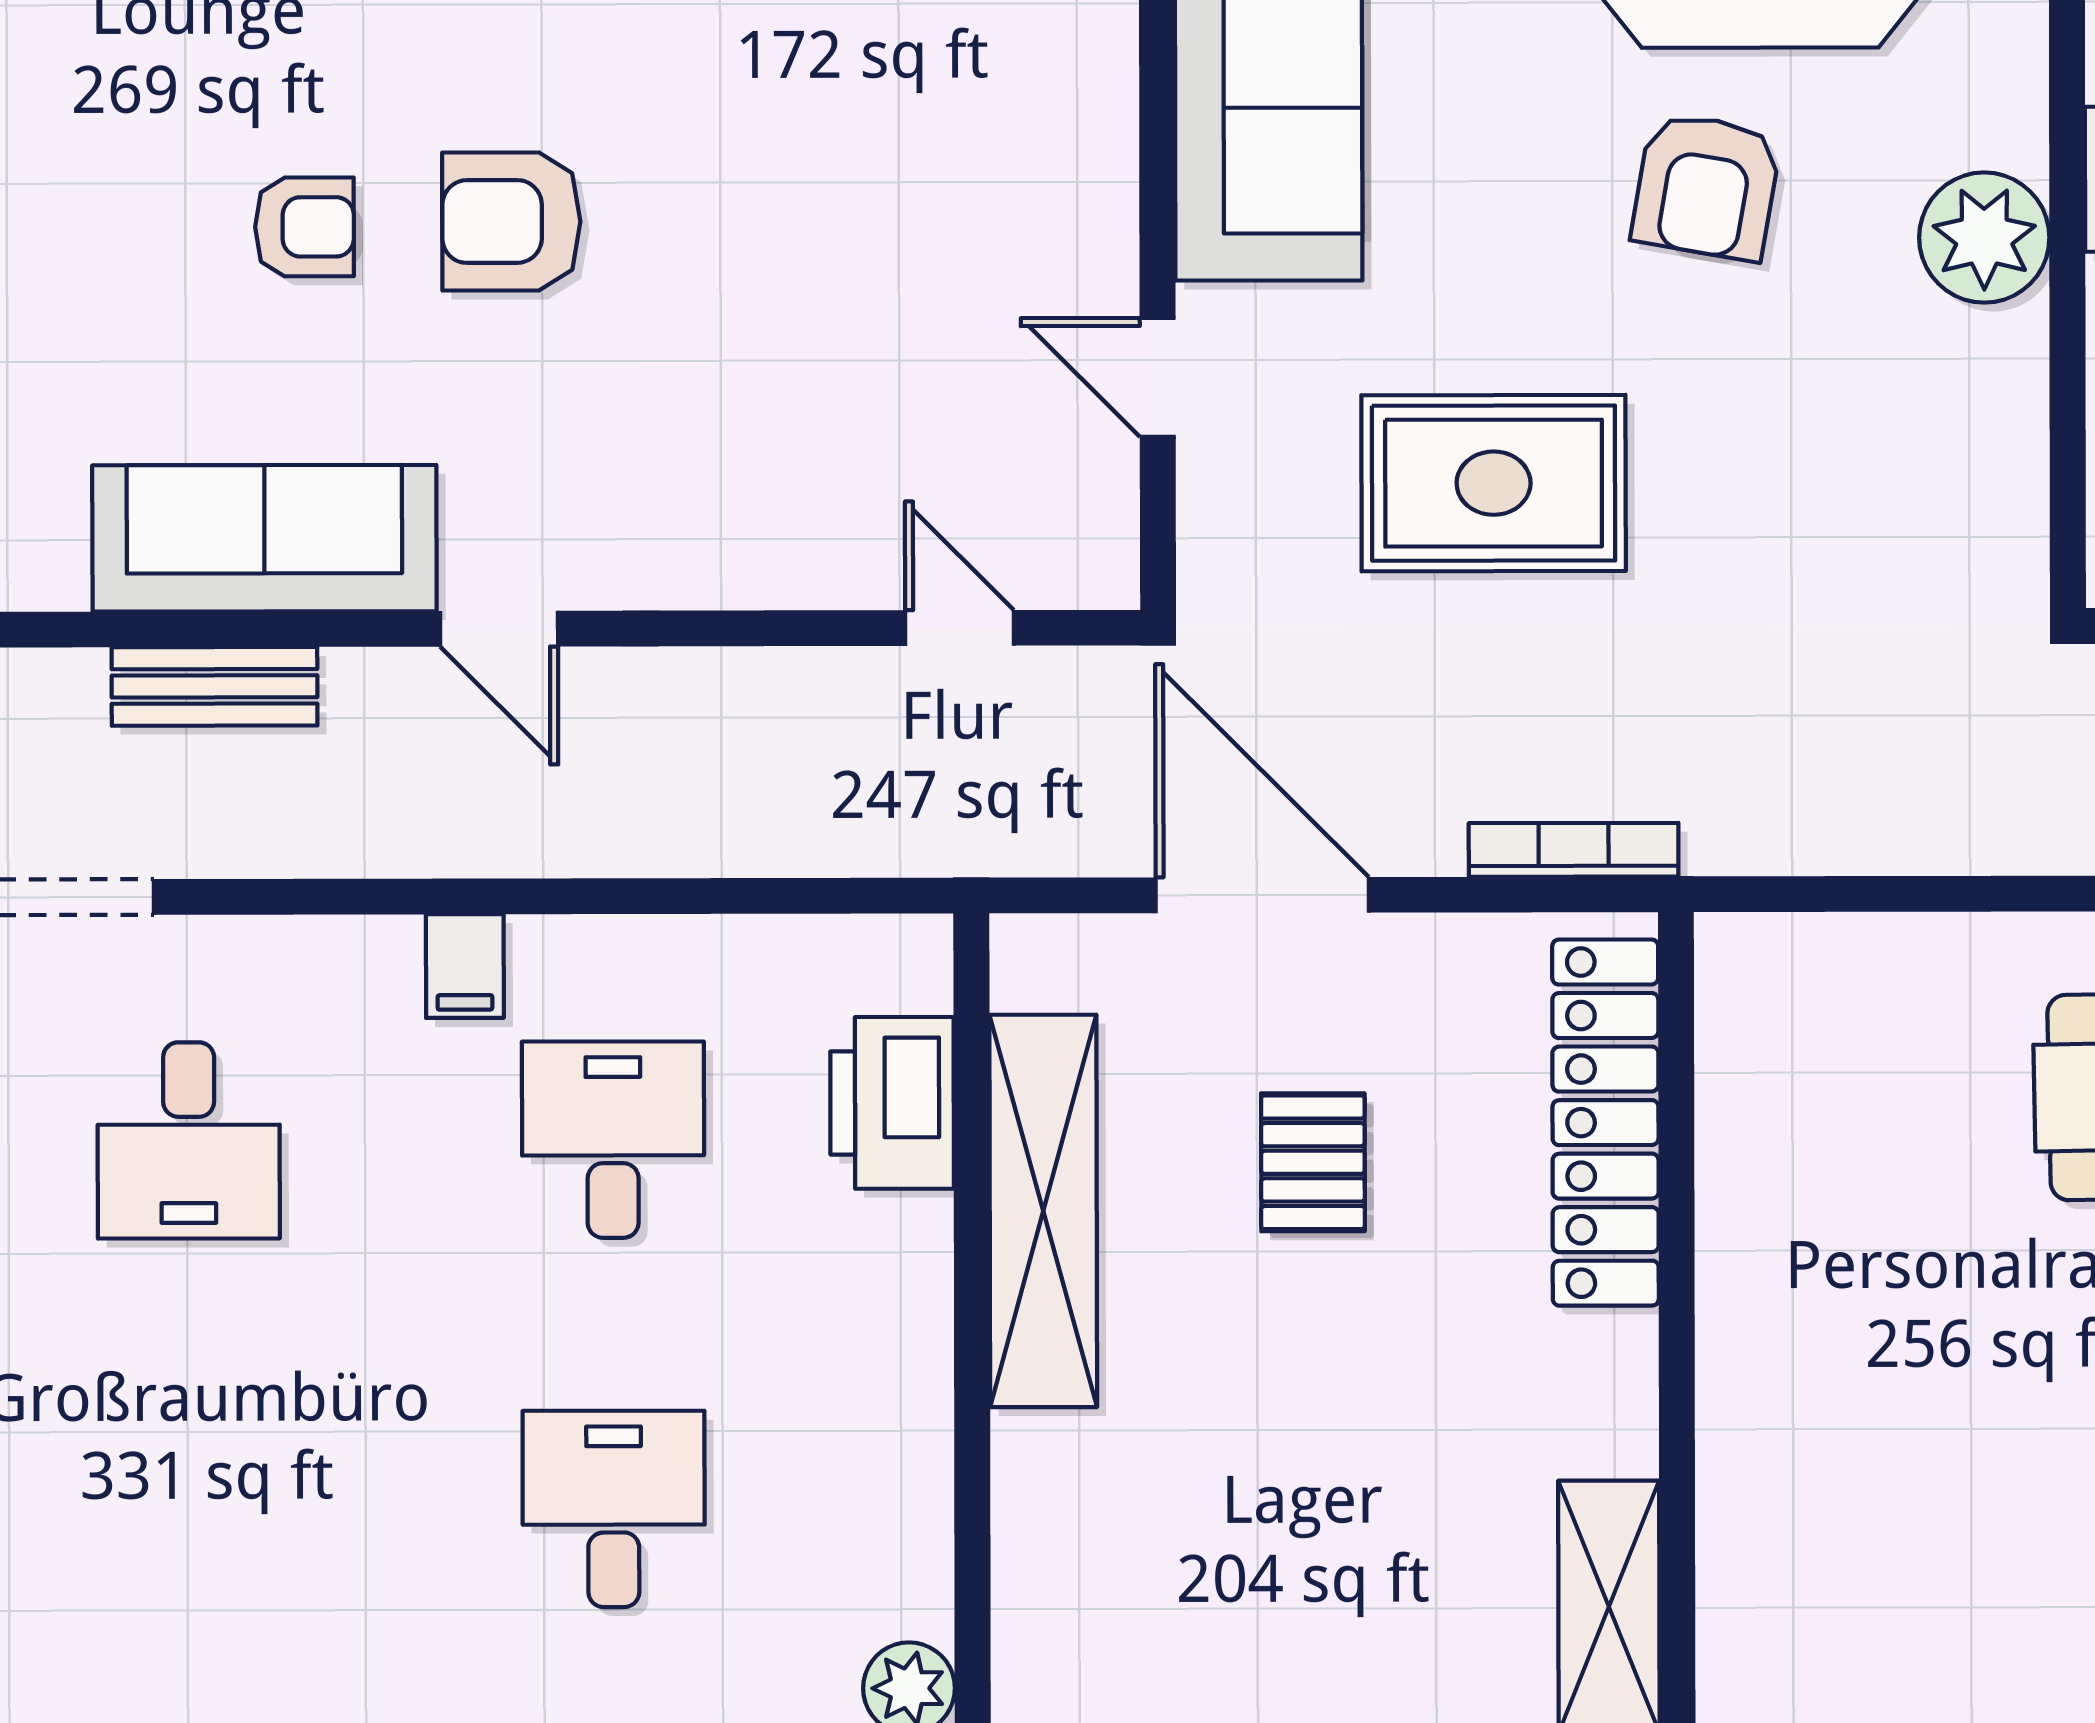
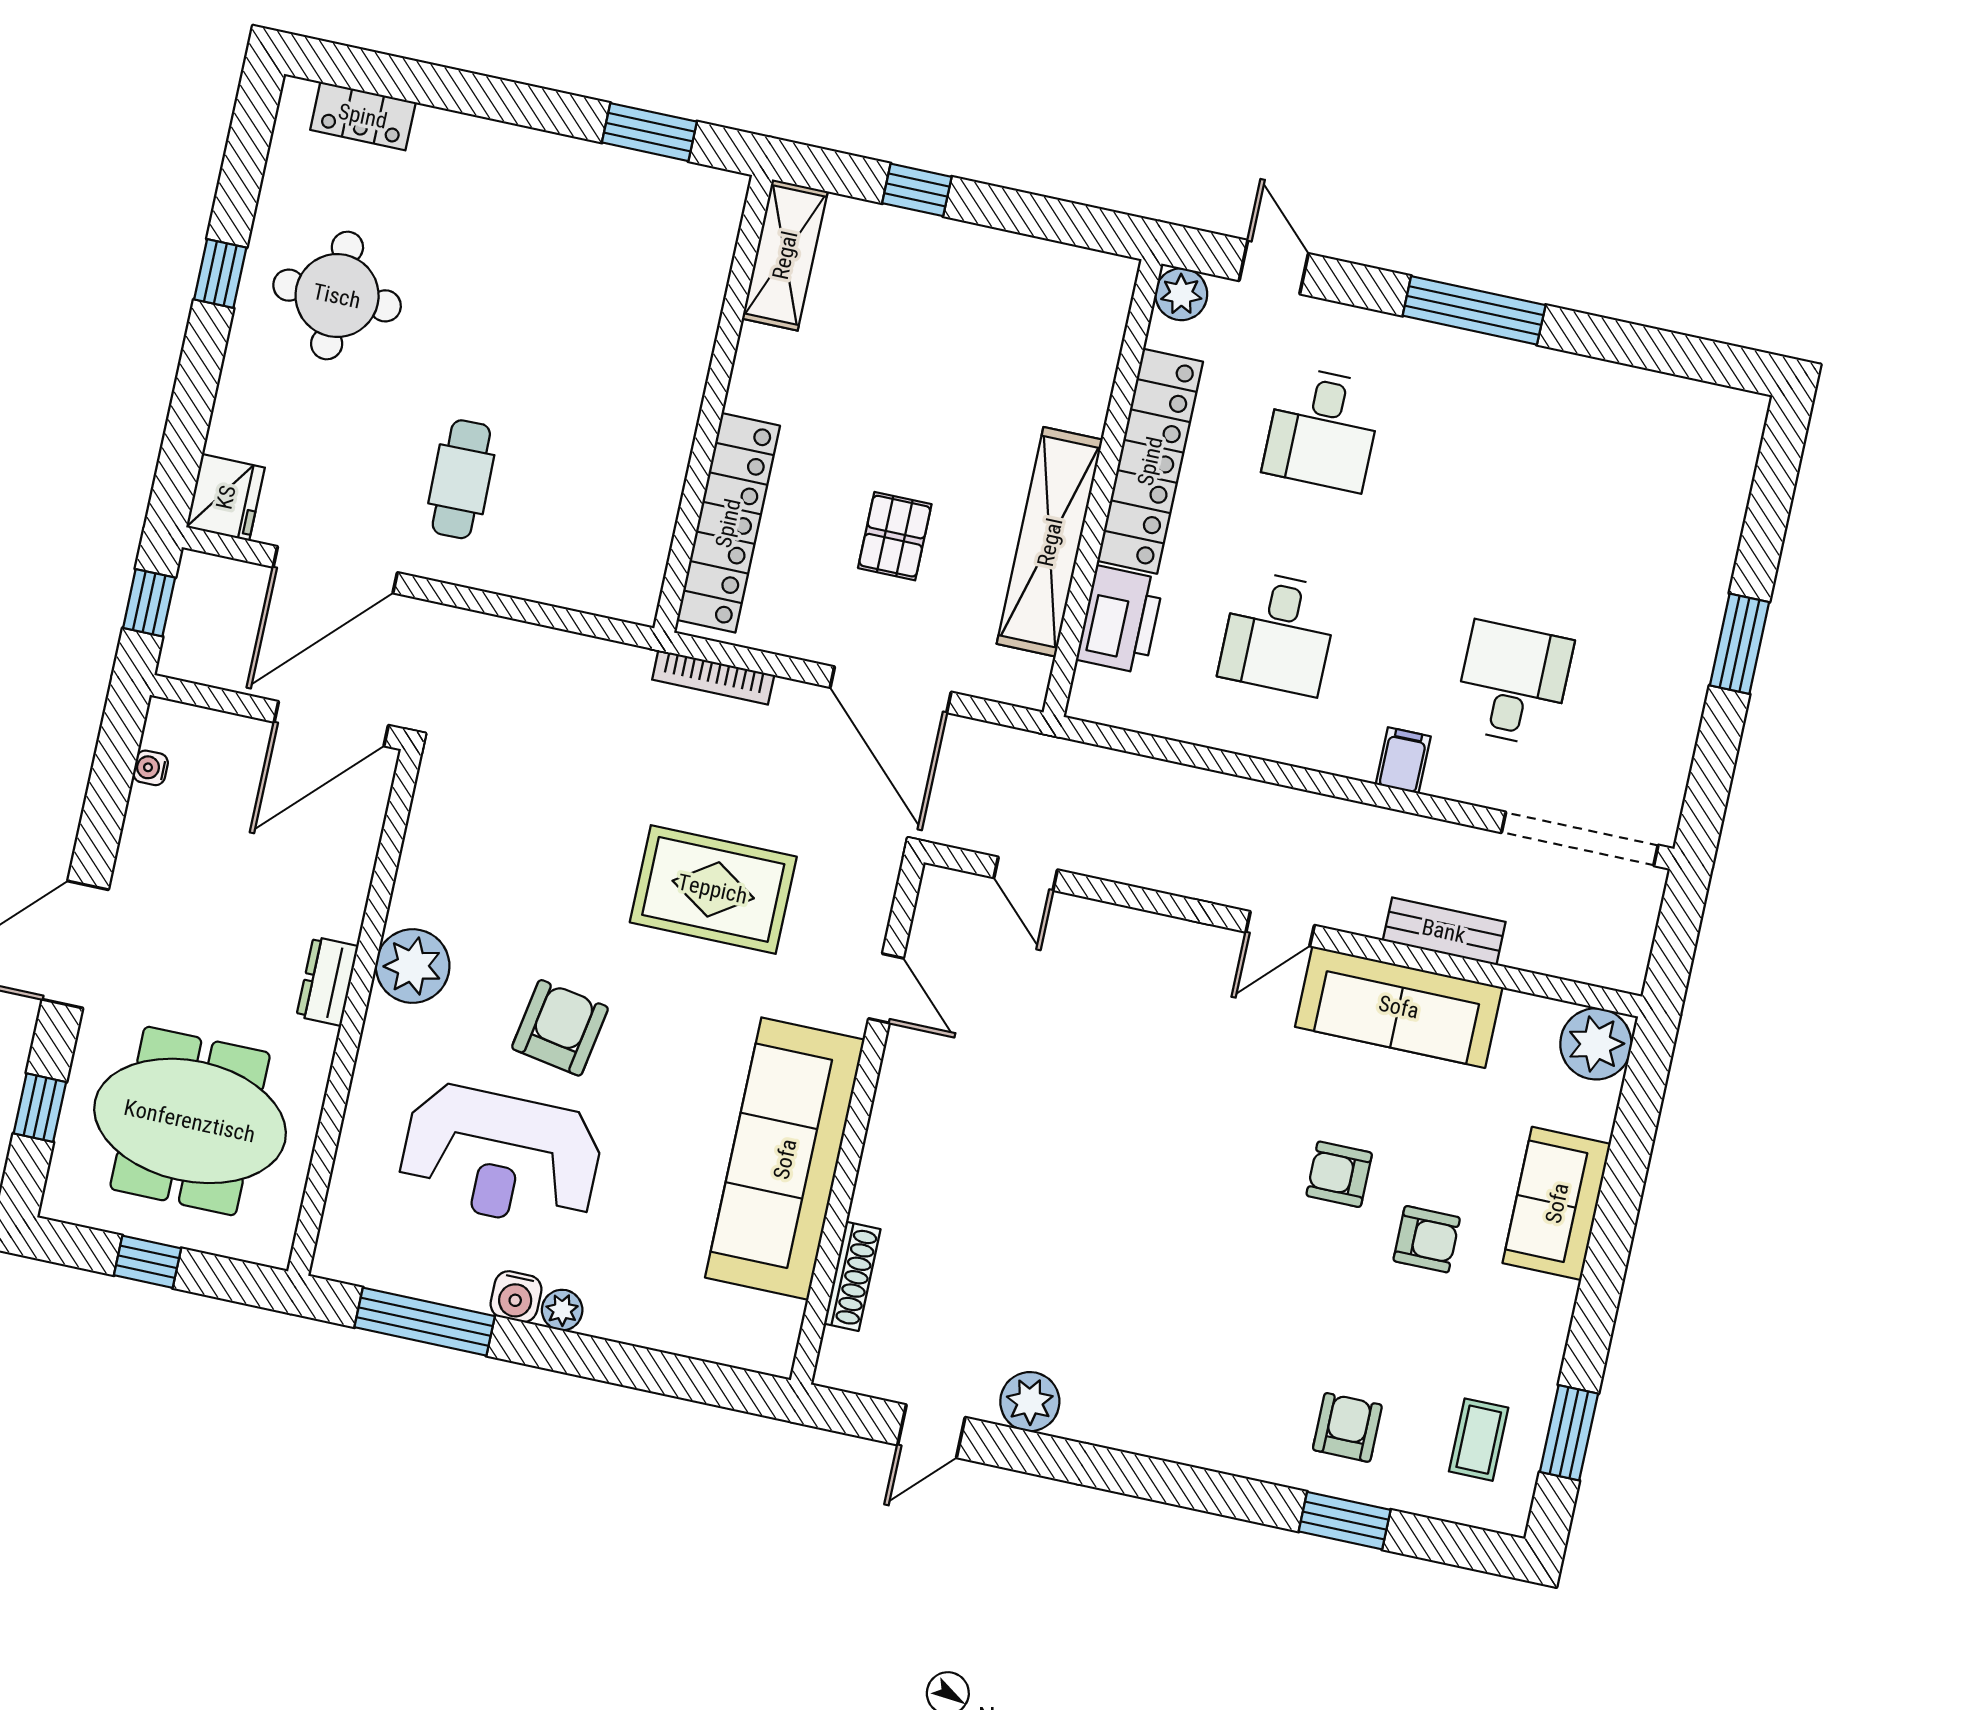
armchair: (511, 221) -> (1427, 1239), moved, width x0.72, depth x0.72
door: (499, 629) -> (1280, 929), swing flipped
filing cabinet: (465, 966) -> (1403, 760), moved
locker: (900, 1388) -> (1150, 461), added

